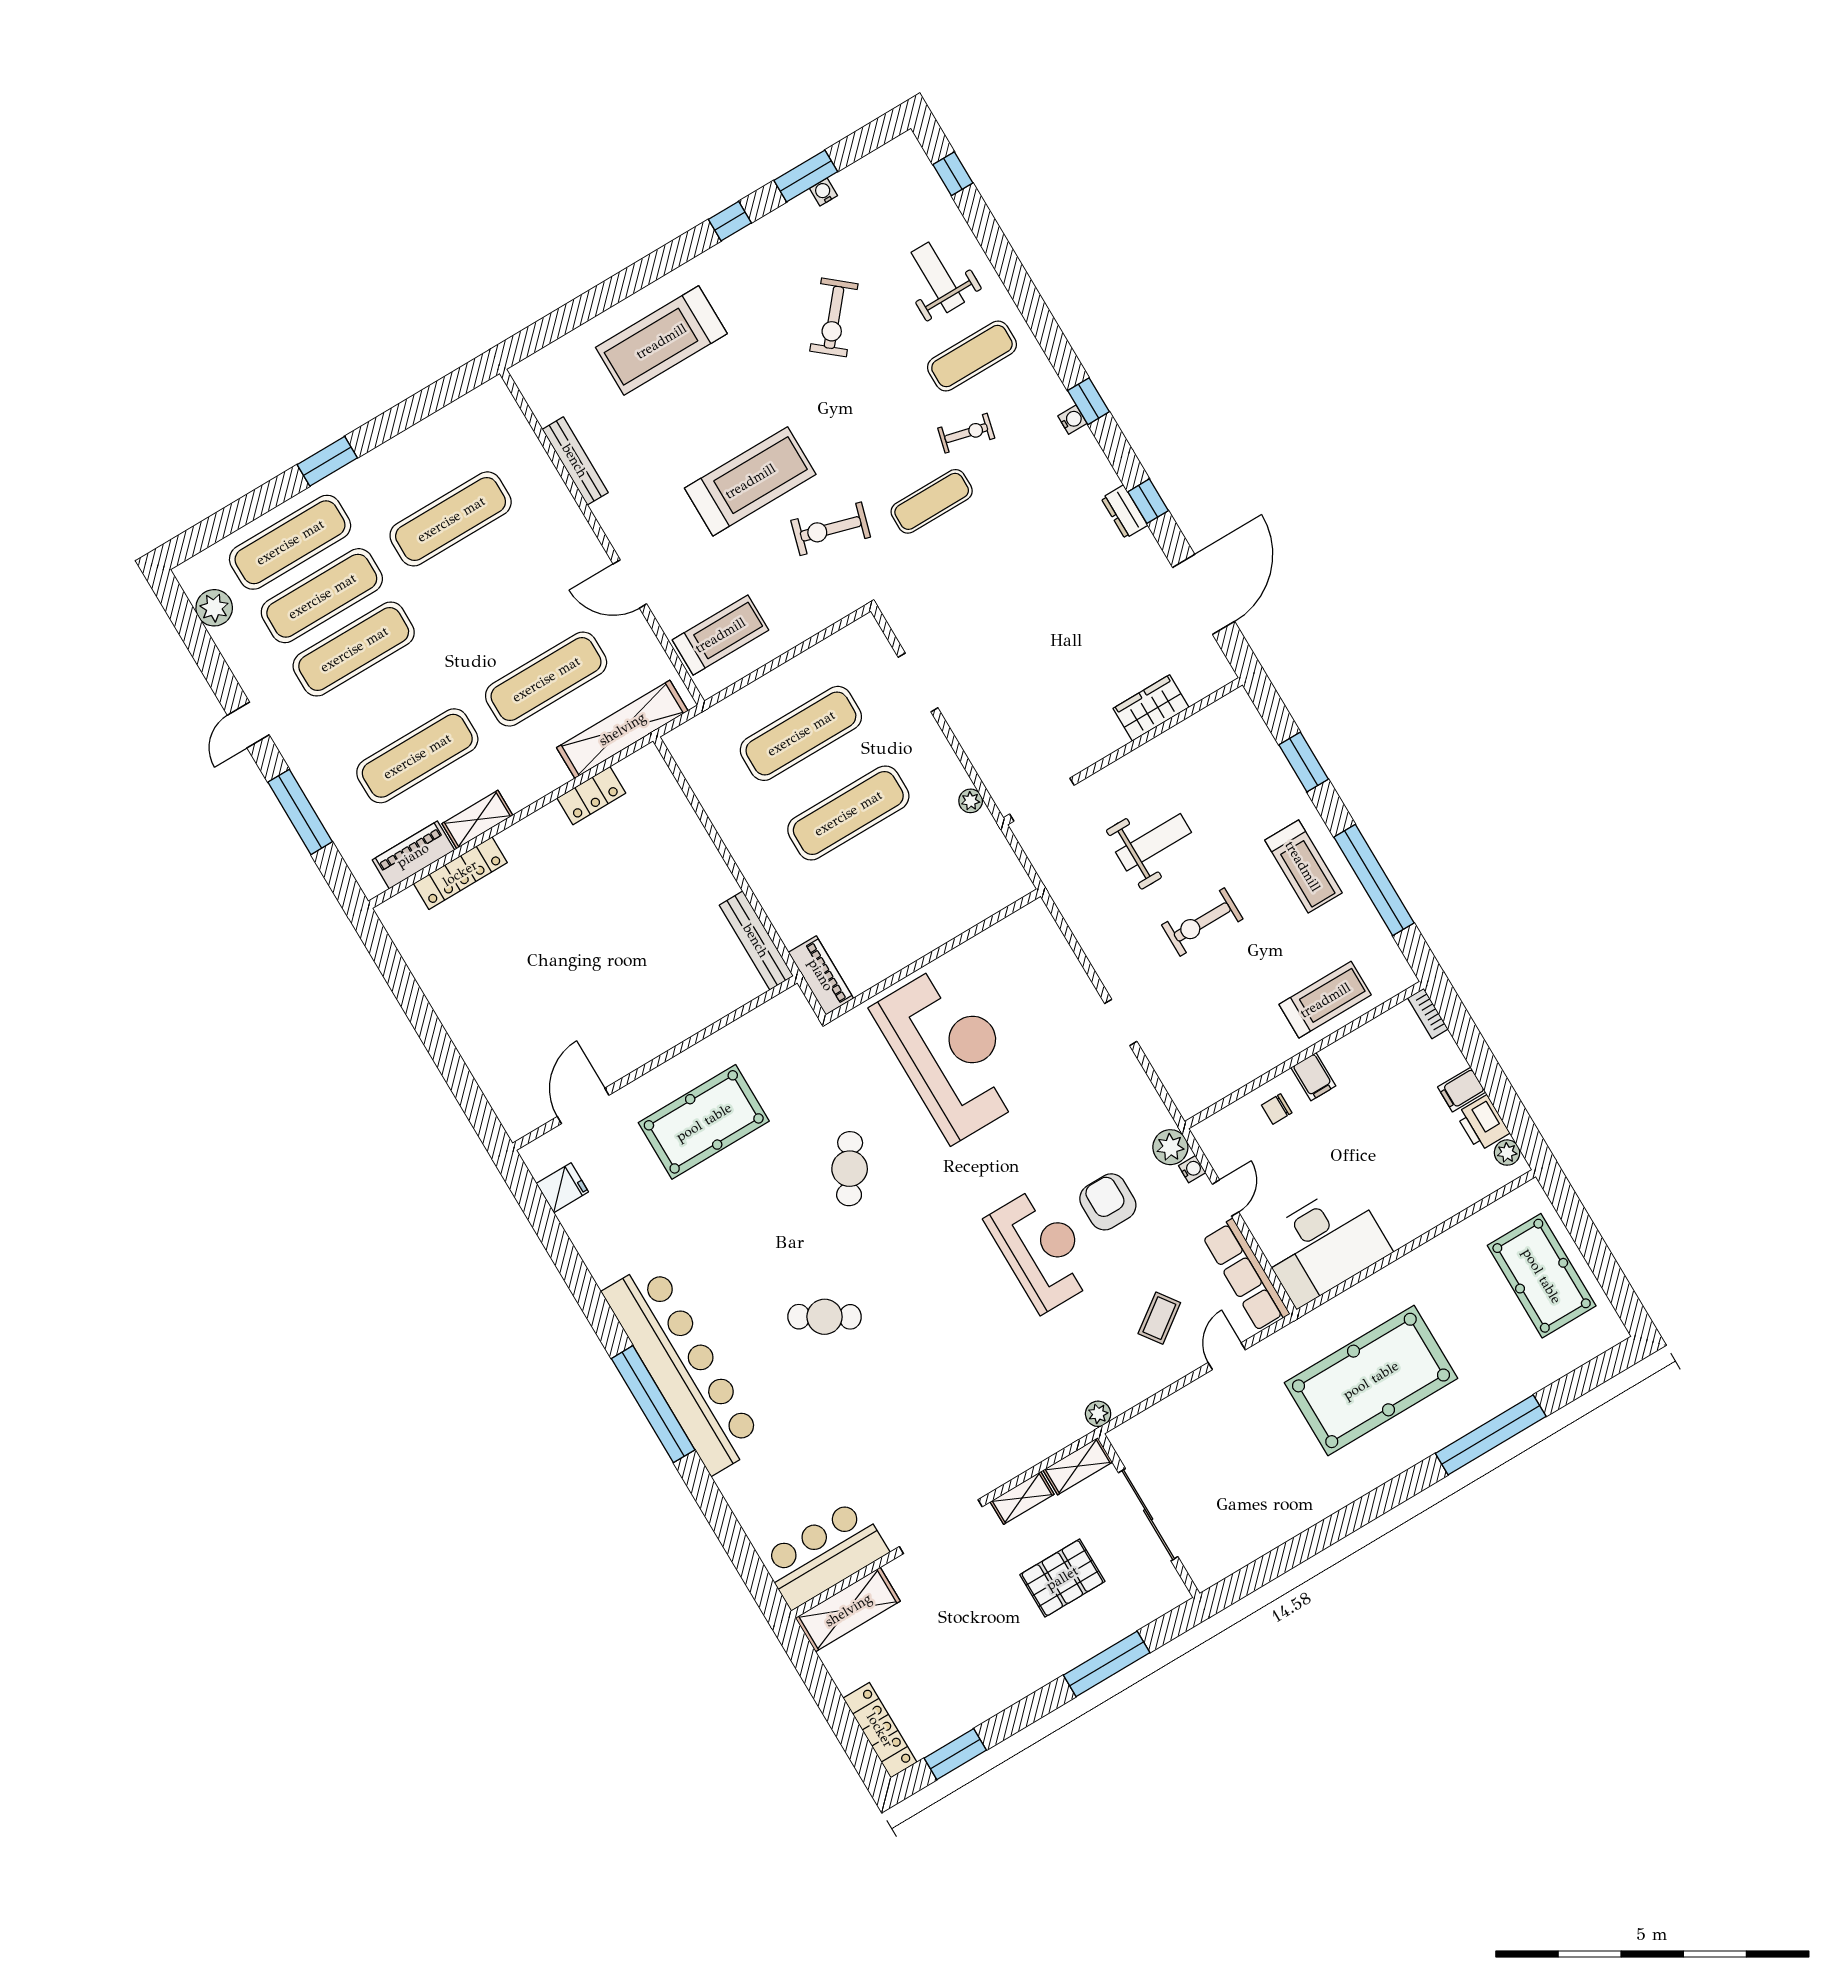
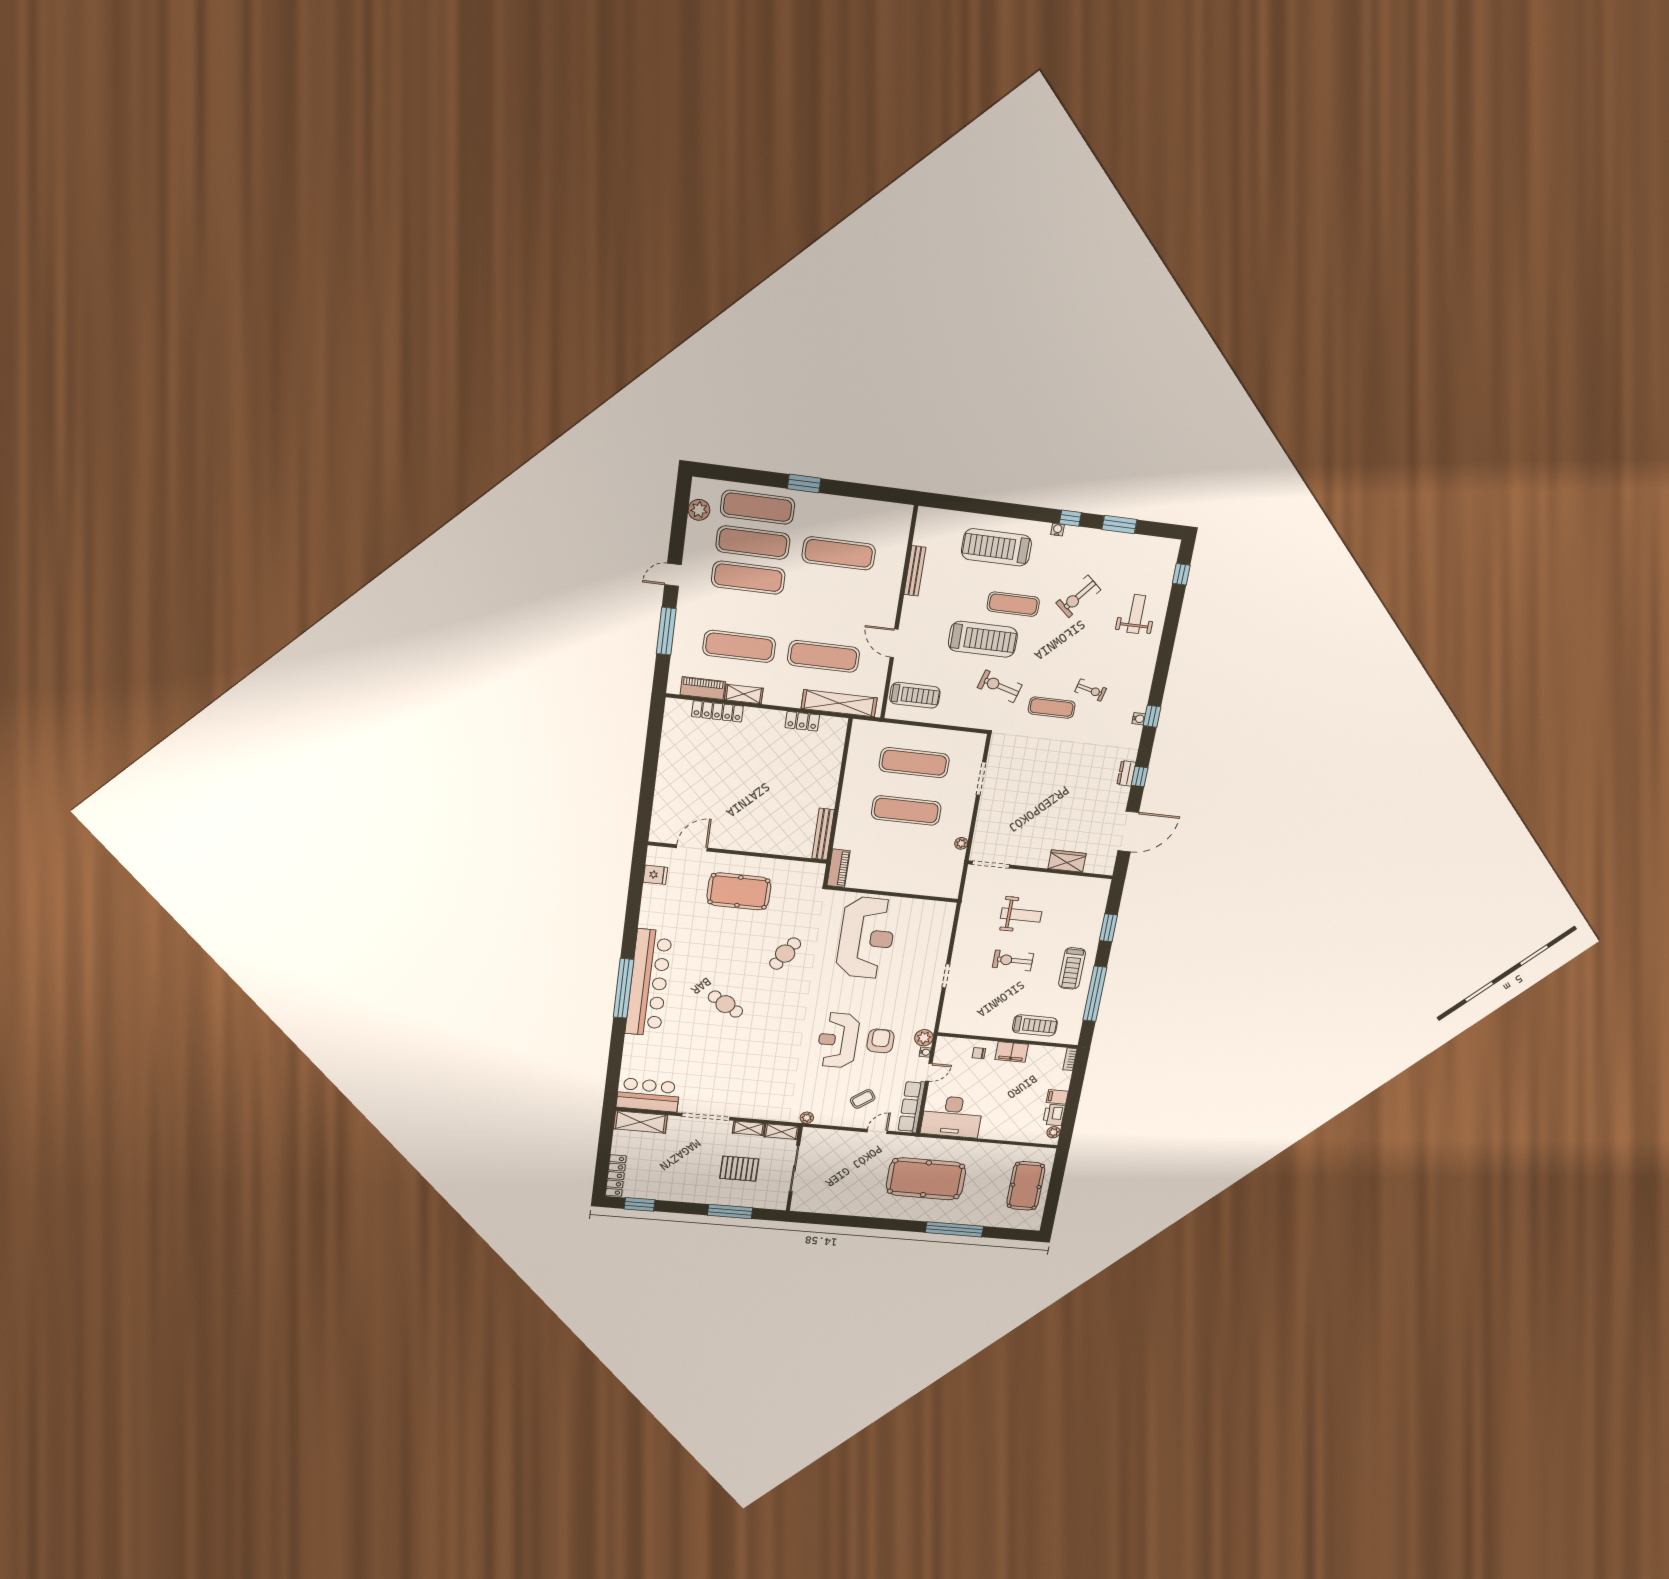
water cooler: (823, 192) -> (1058, 530), moved
exercise mat: (972, 356) -> (1013, 604), moved
filing cabinet: (1313, 1077) -> (1012, 1052), width x2.00
reception desk: (1042, 1249) -> (838, 1040), turned 180

